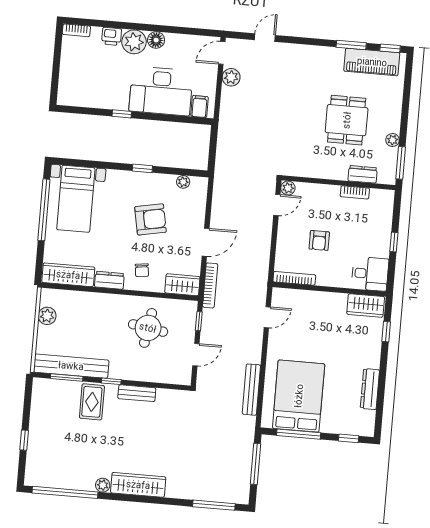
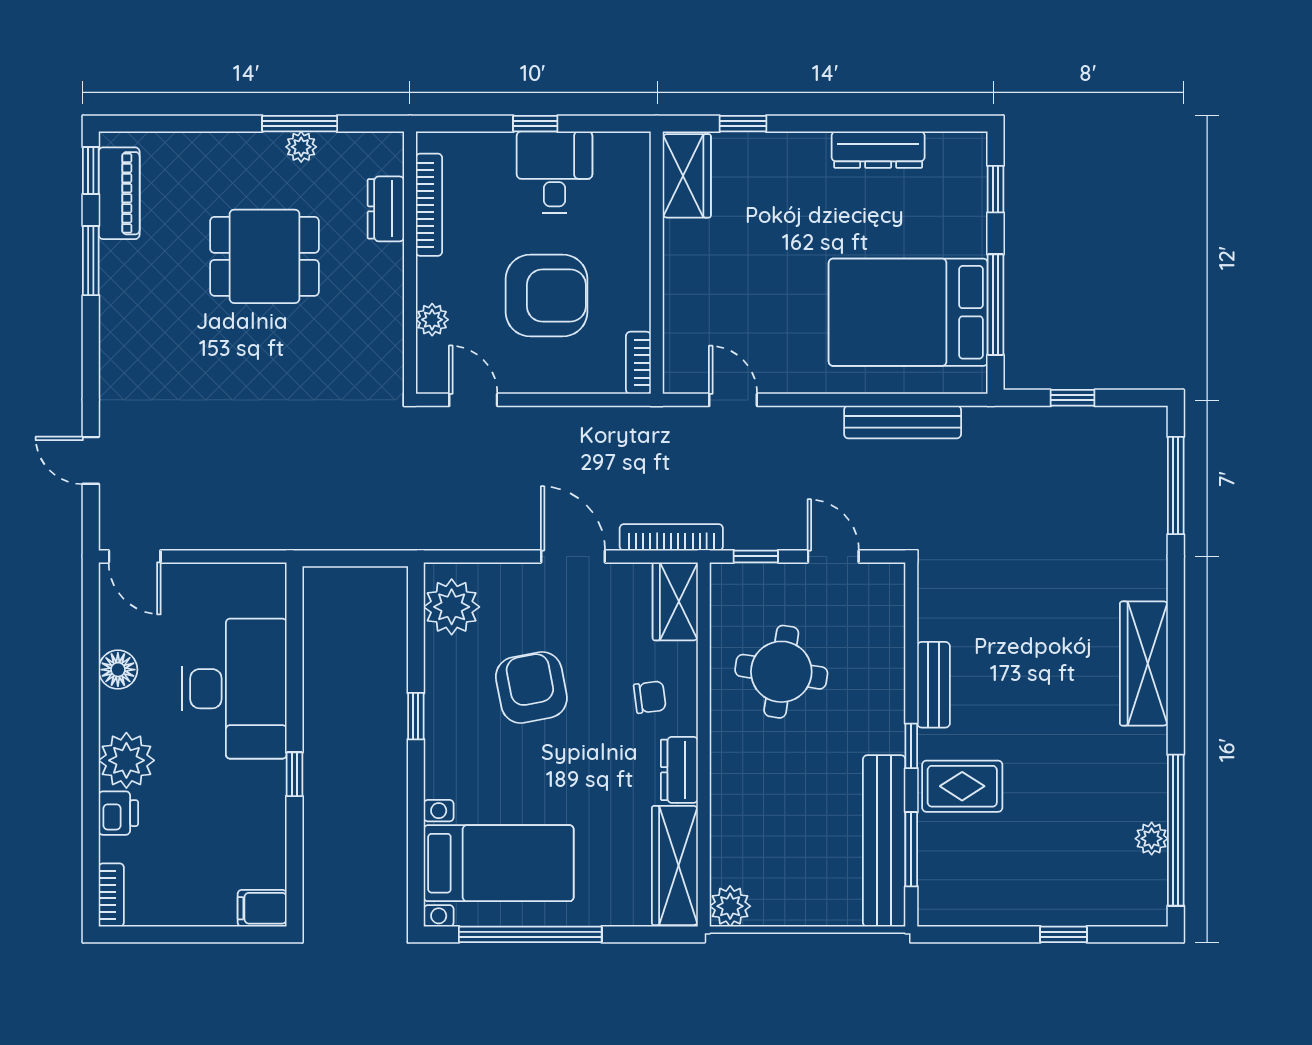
floor lamp: (156, 40) -> (118, 670), moved
piano: (372, 62) -> (119, 193), width x0.73, depth x0.75
plant: (231, 77) -> (189, 530), removed
filing cabinet: (199, 106) -> (262, 908), moved
window: (401, 163) -> (300, 124), moved
plant: (183, 182) -> (452, 607), width x1.88, depth x1.88
plant: (288, 188) -> (432, 320), moved
bookcase: (355, 192) -> (429, 205), width x1.56
armchair: (319, 240) -> (547, 295), width x1.88, depth x1.88
desk: (370, 274) -> (555, 172), moved
bookcase: (294, 278) -> (638, 363), width x0.64
plant: (47, 316) -> (730, 906), moved
window: (256, 464) -> (1073, 398), width x0.46
plant: (103, 485) -> (1152, 839), moved

